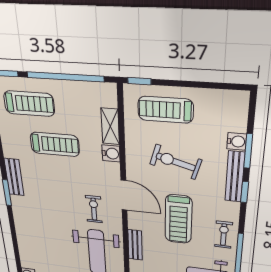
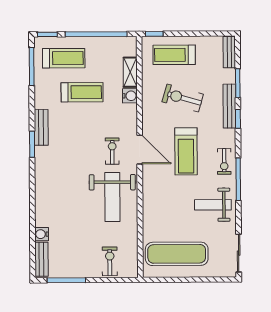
water cooler: (237, 141) -> (229, 76), removed
door: (124, 195) -> (140, 150), moved
exercise bike: (224, 235) -> (224, 161), turned 180
bench: (135, 245) -> (229, 52), moved

